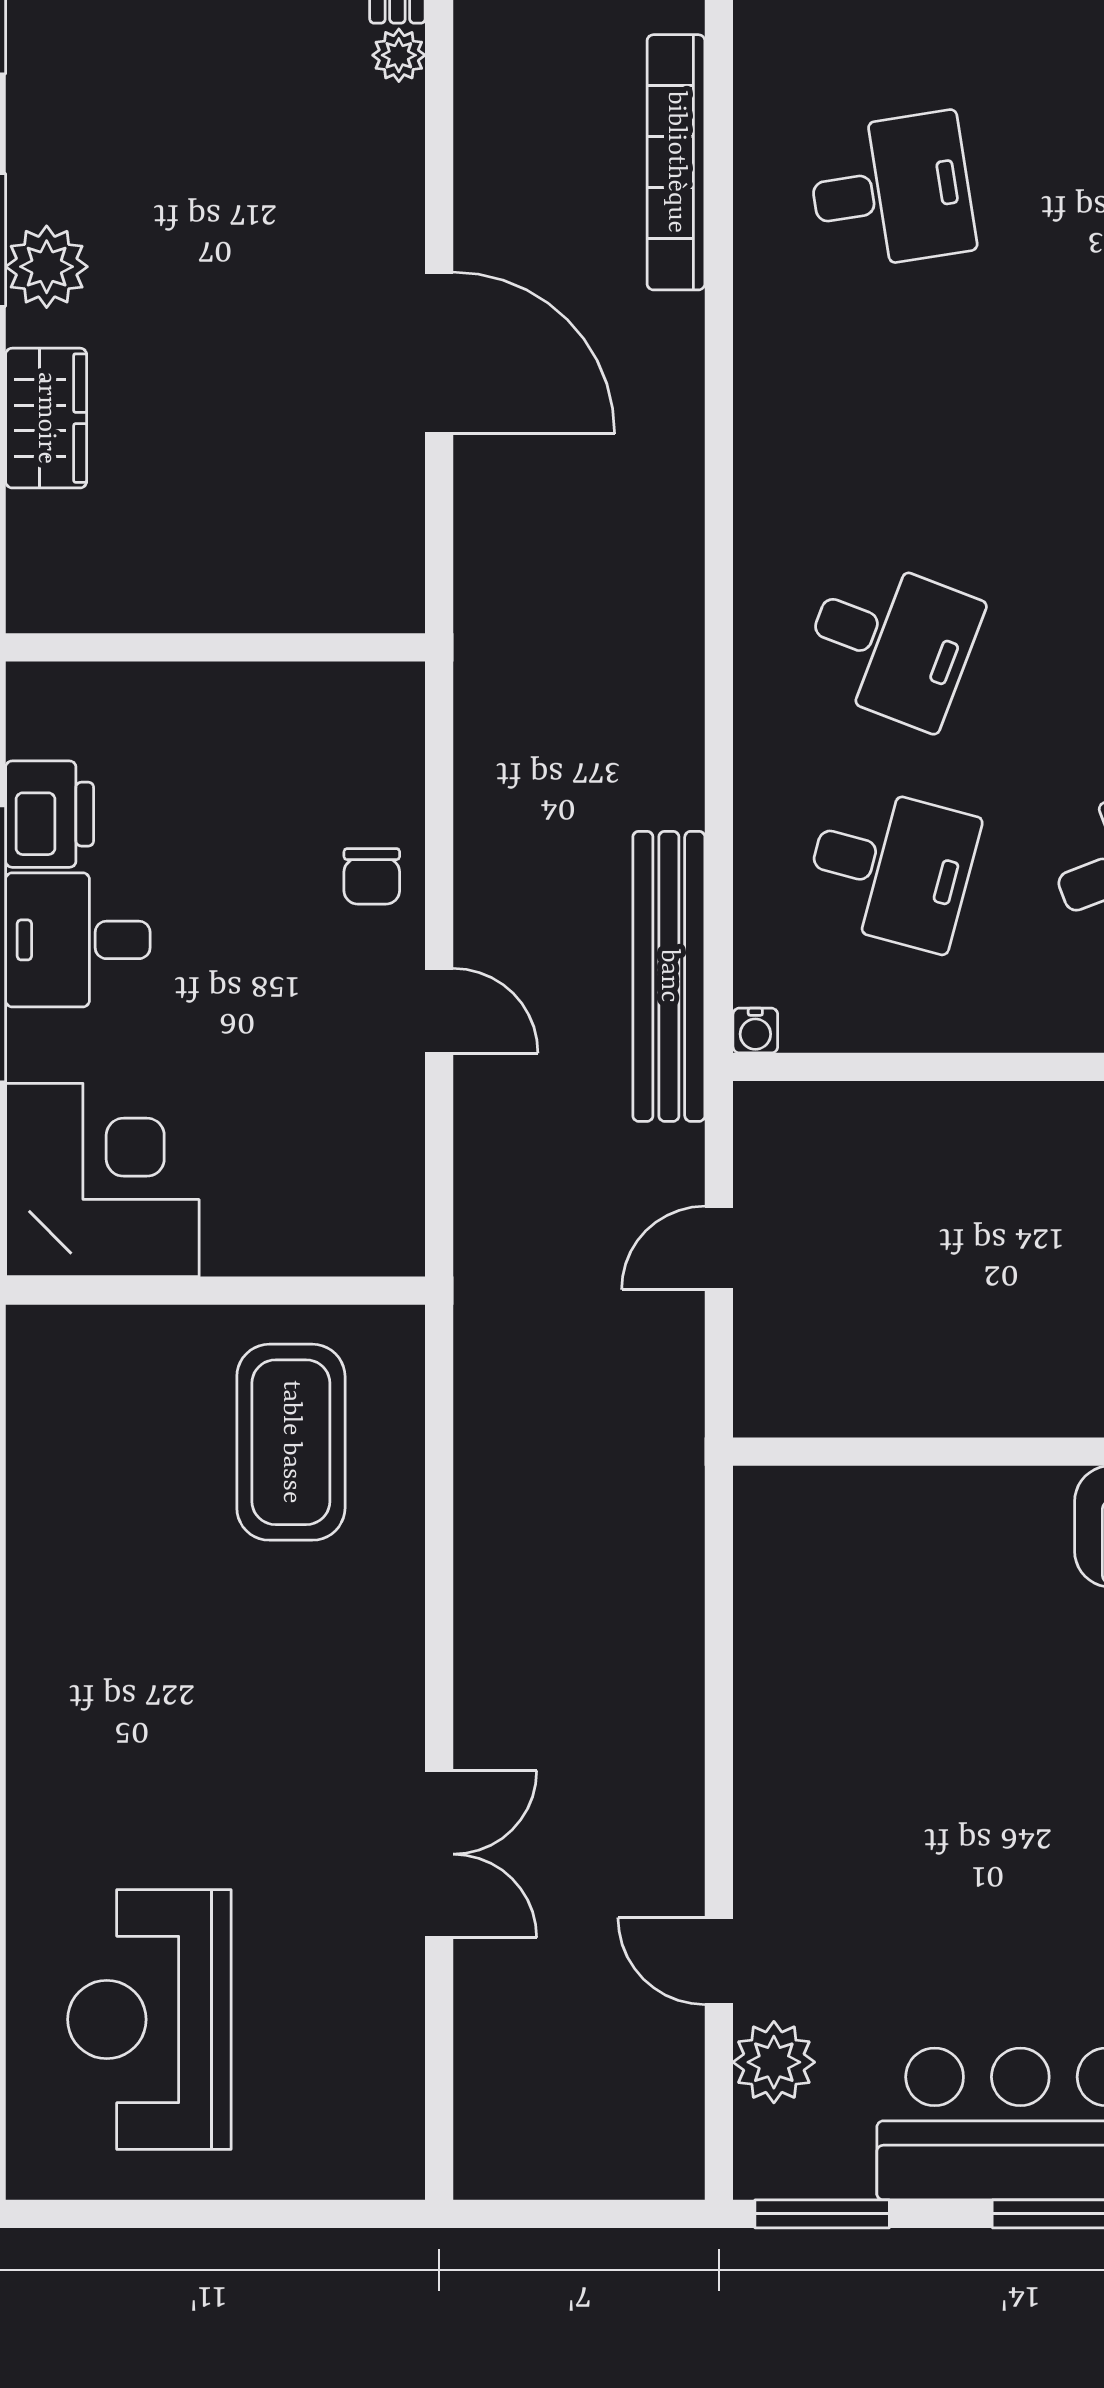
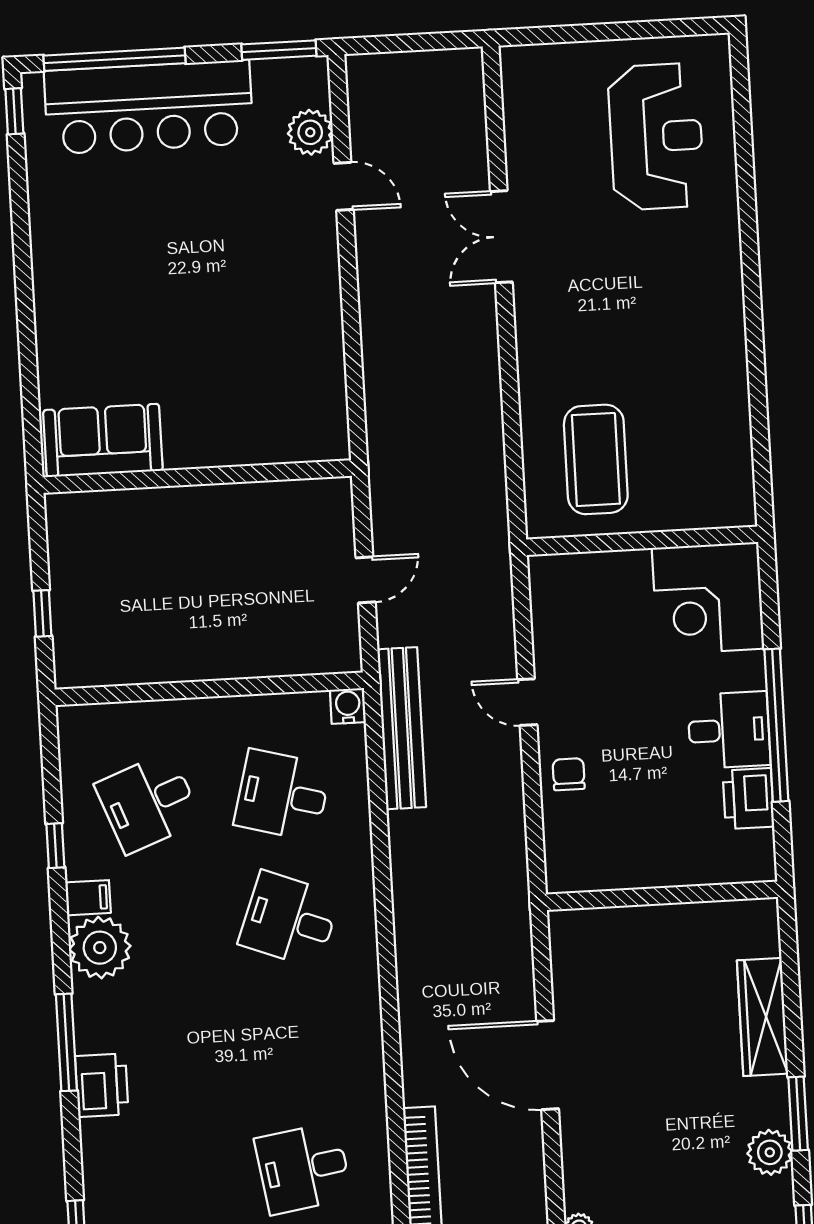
plant: (47, 267) -> (770, 1152), moved
wardrobe: (46, 418) -> (762, 1017), width x1.50
water cooler: (755, 1031) -> (348, 706), width x1.38, depth x1.38

